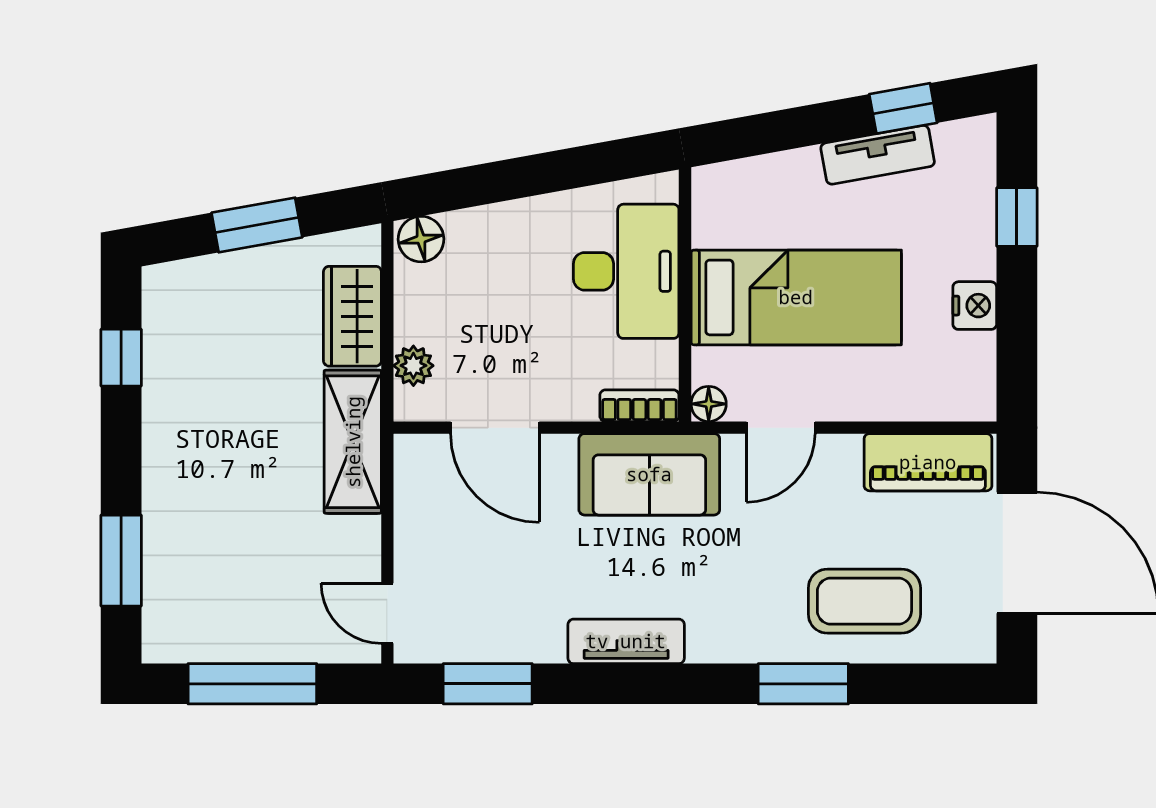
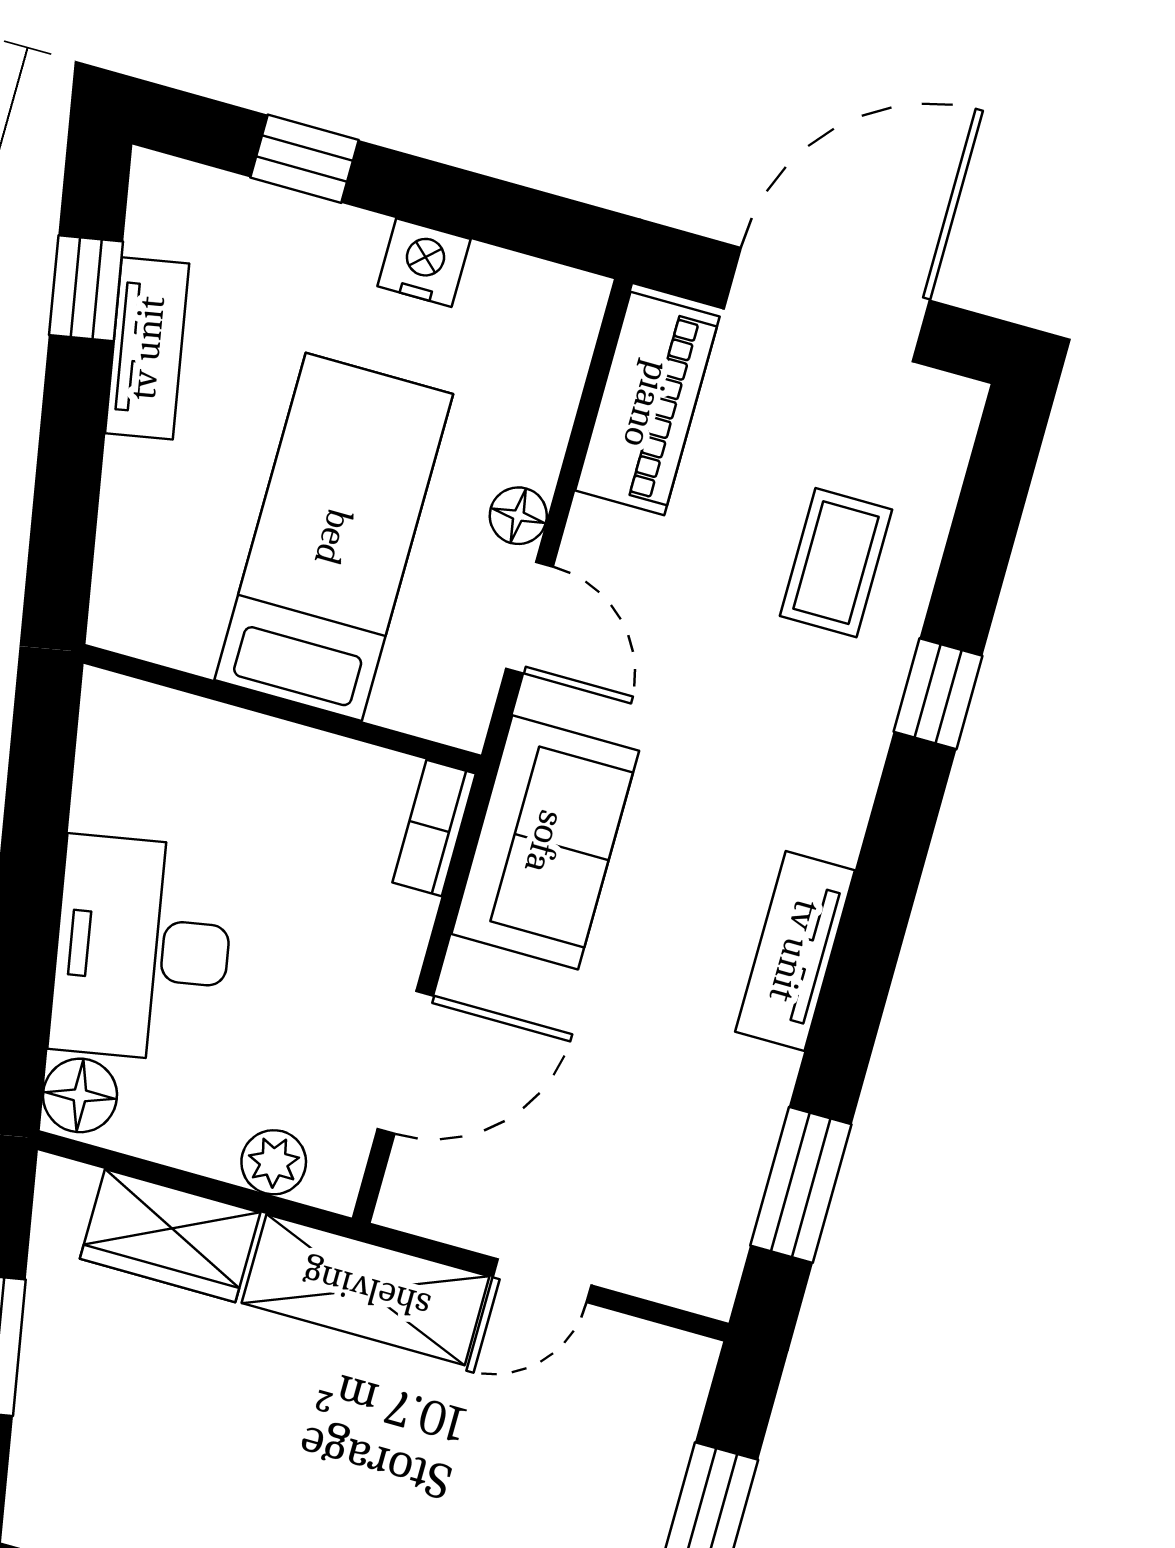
desk: (626, 271) -> (142, 949), moved, turned -100
floor lamp: (709, 404) -> (518, 516), moved
coffee table: (864, 601) -> (836, 563), width x0.73, depth x0.77
door: (387, 613) -> (542, 1281), moved
window: (803, 684) -> (938, 694), width x0.67

